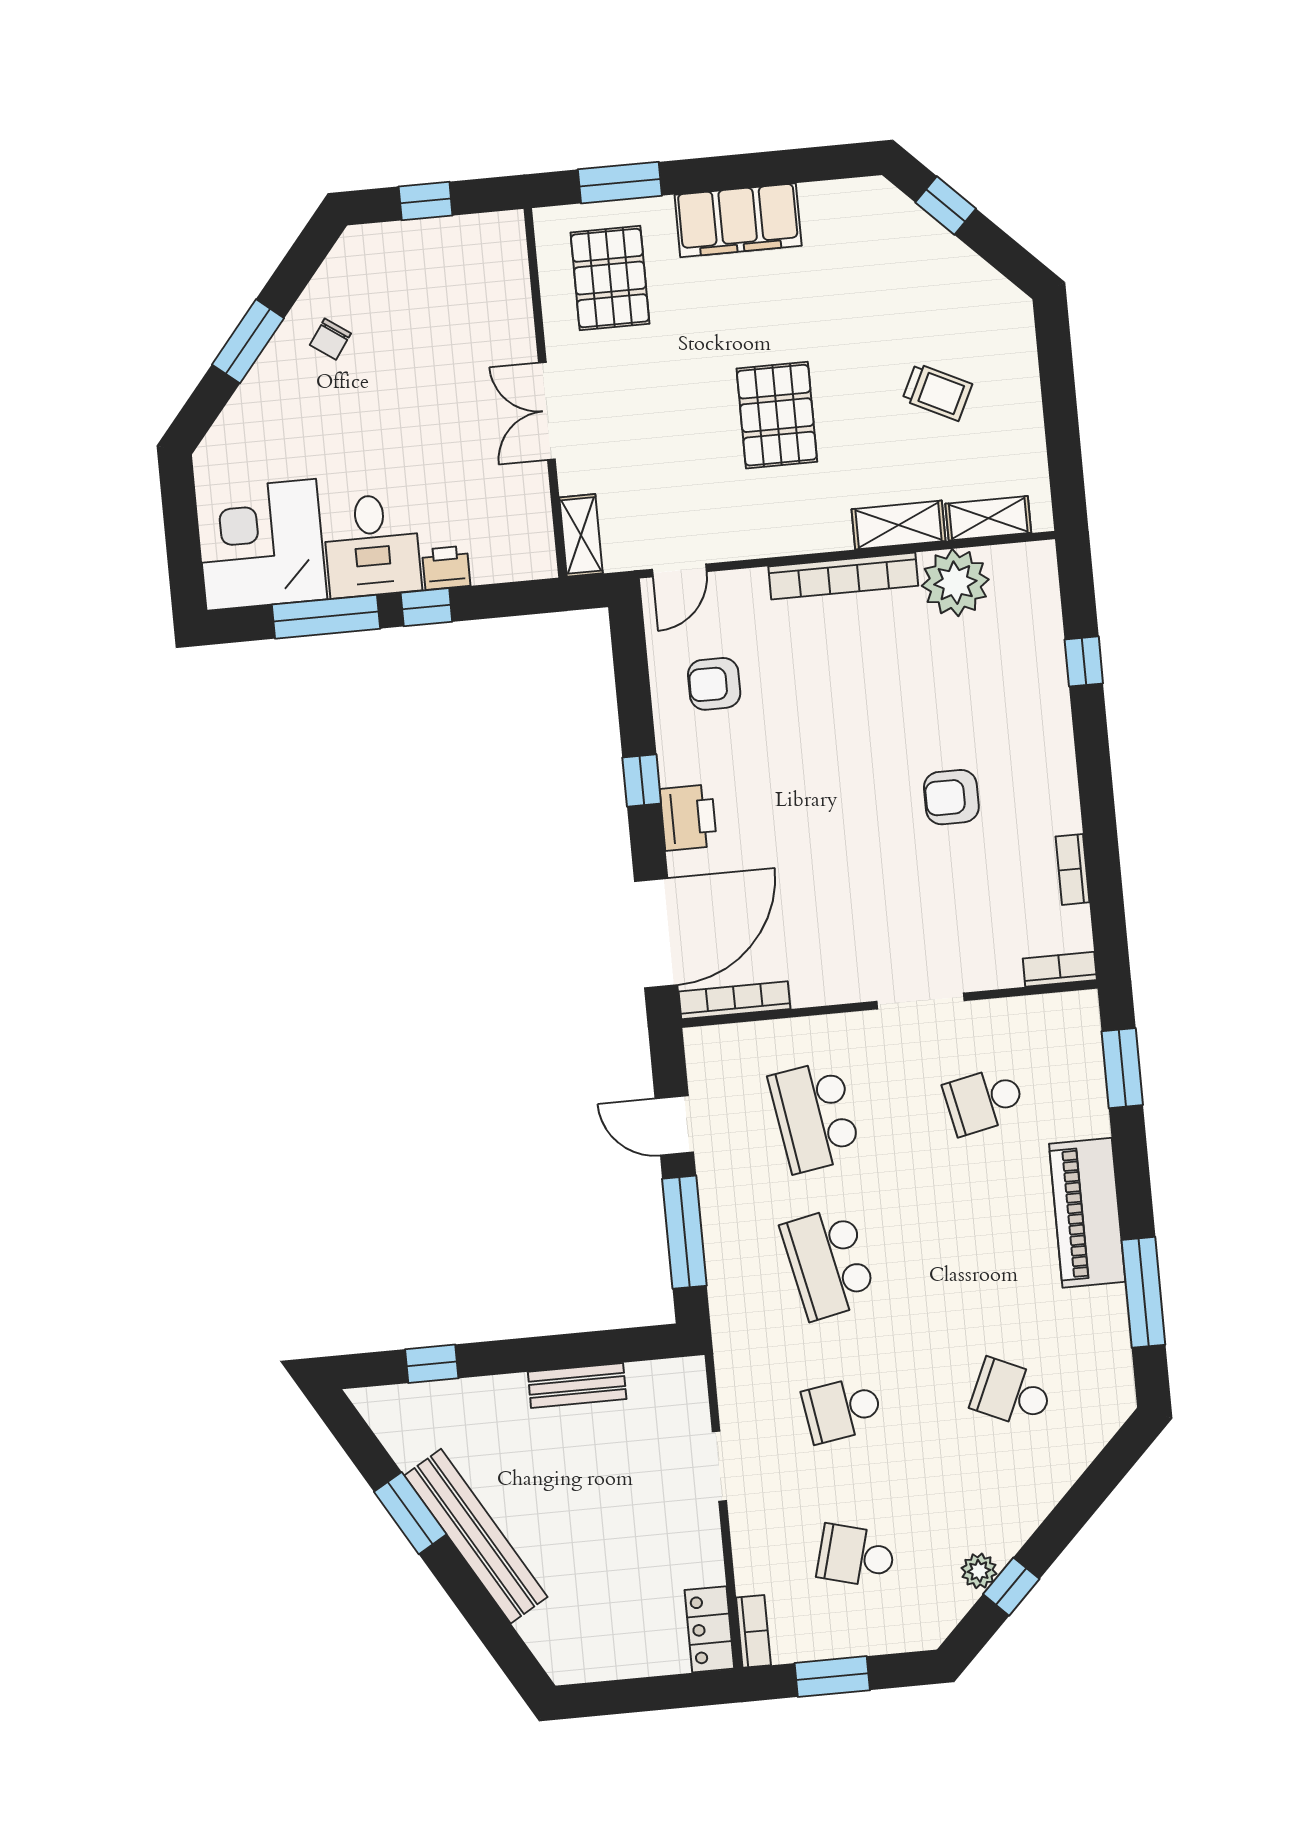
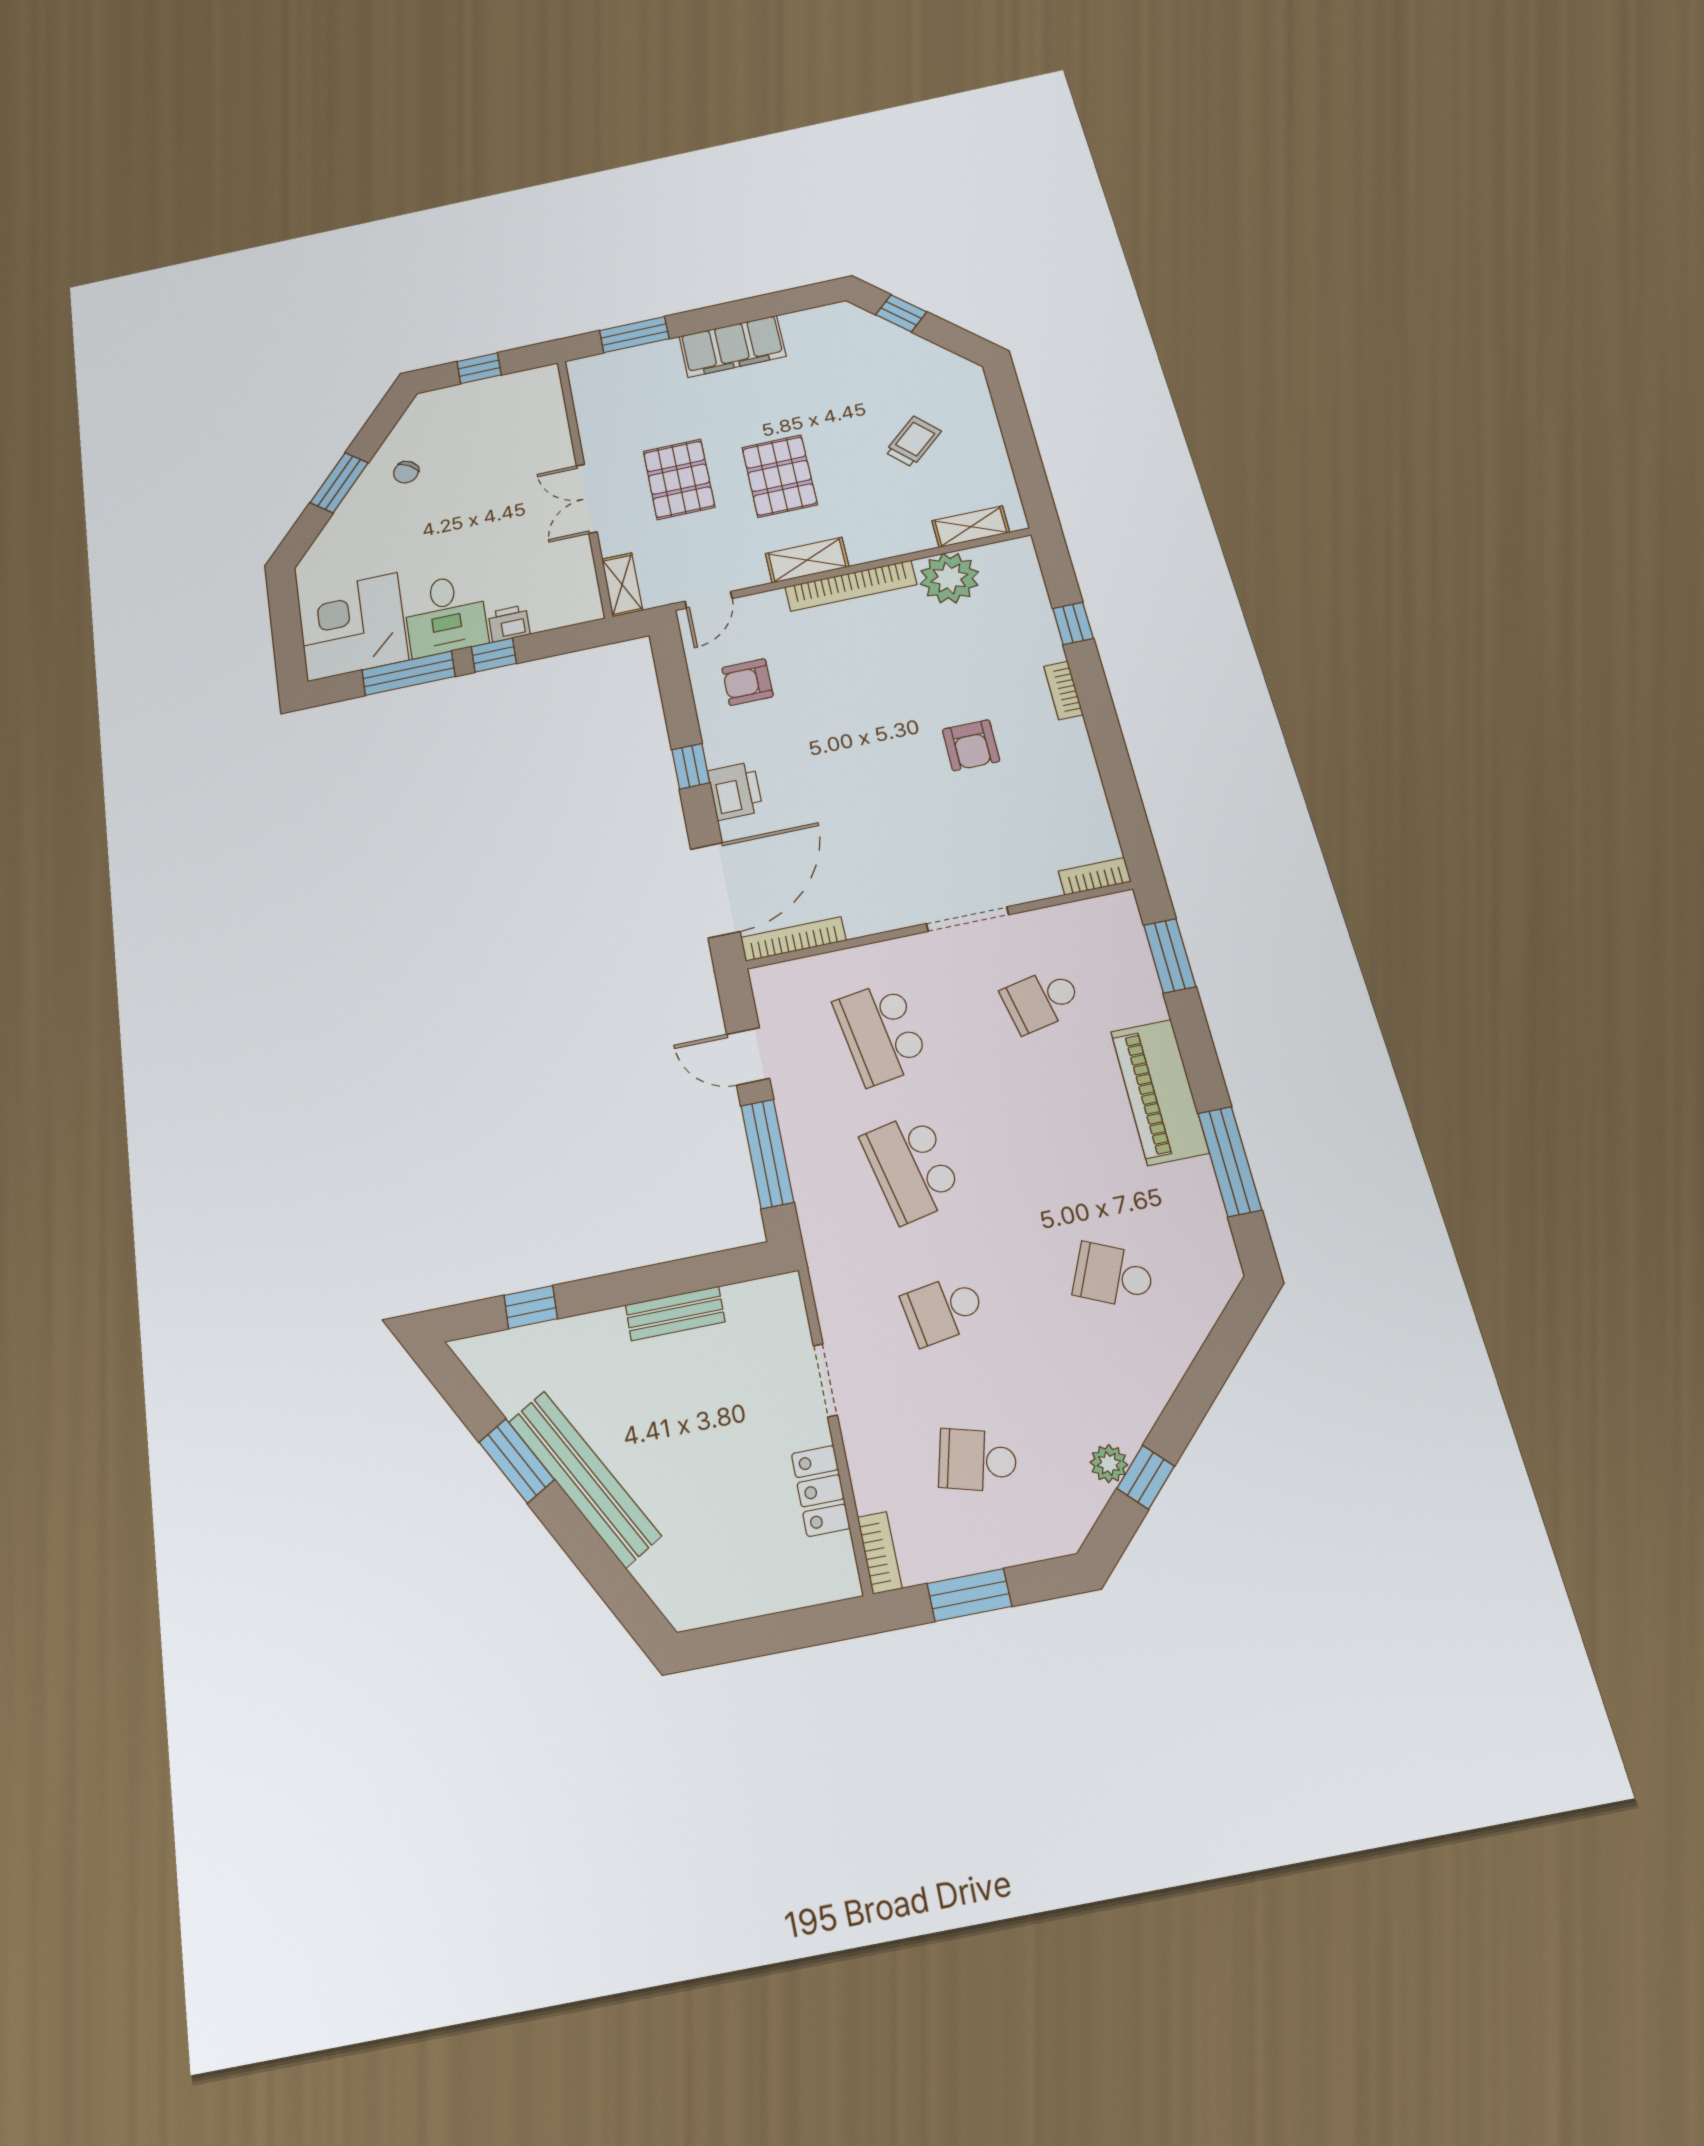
pallet: (610, 278) -> (679, 479), moved
trolley: (937, 392) -> (913, 442), turned -69
shelving: (899, 525) -> (807, 560), moved
armchair: (951, 797) -> (971, 745), turned -90
bookcase: (1073, 869) -> (1063, 690), moved
locker: (709, 1629) -> (821, 1491), moved

